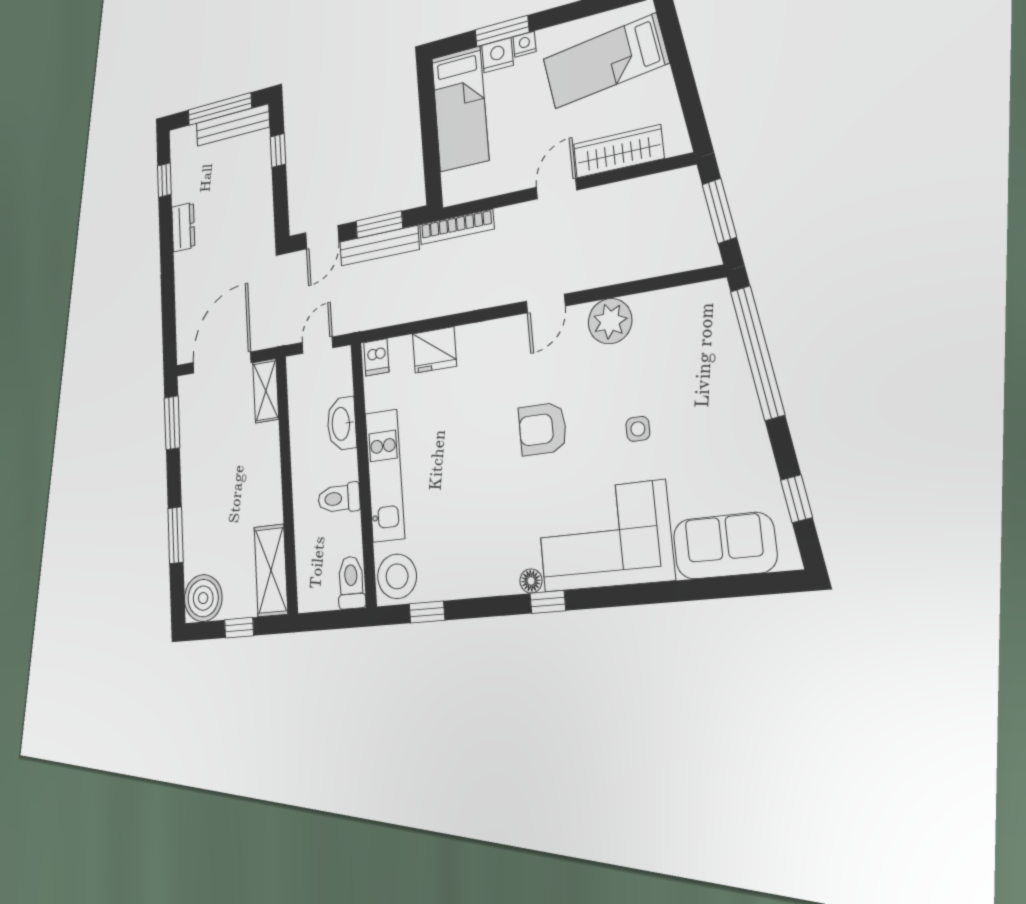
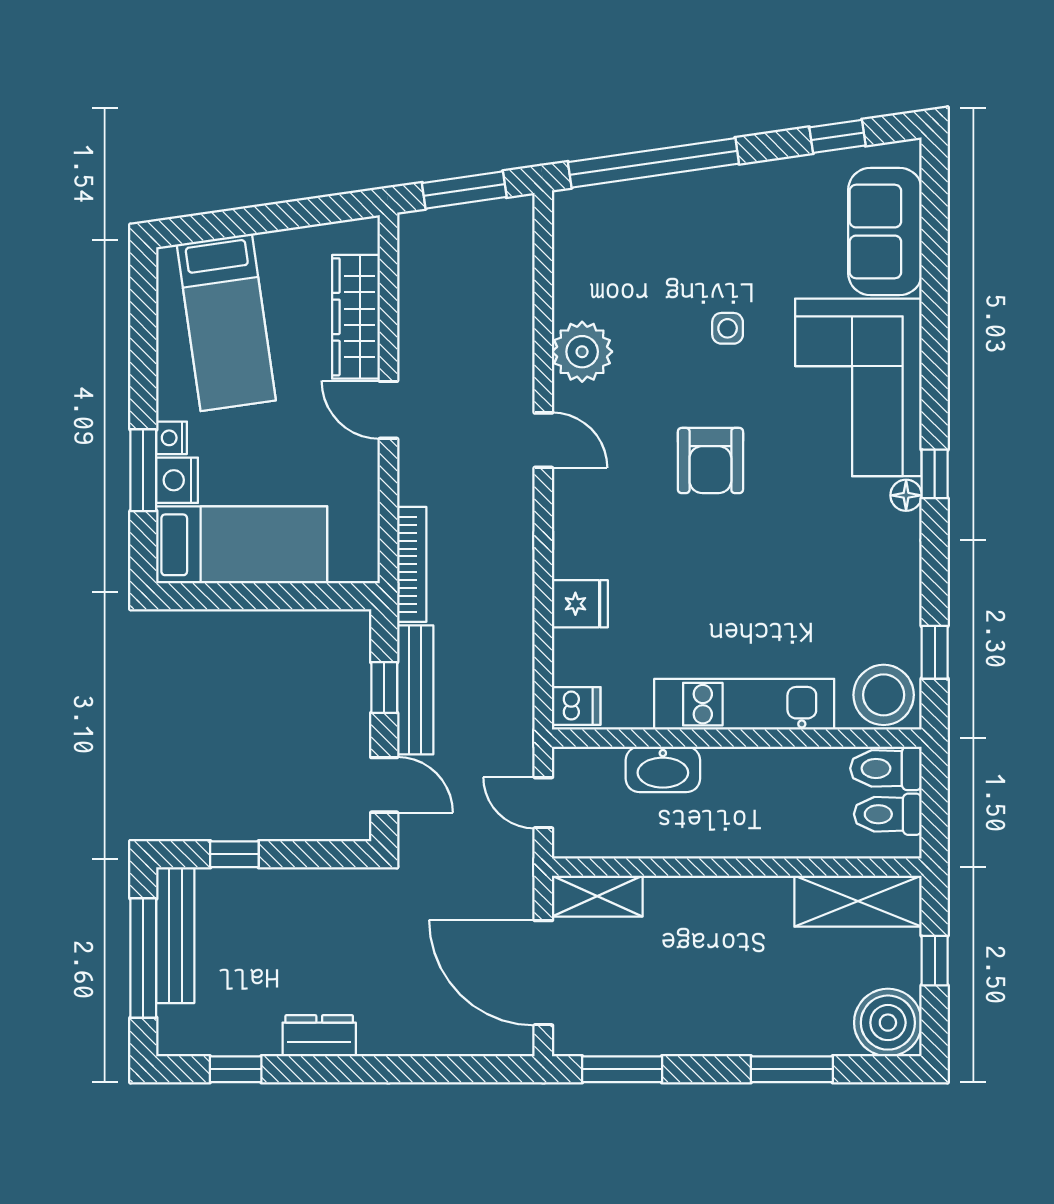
window: (379, 225) -> (384, 688), width x0.67
fridge: (434, 350) -> (580, 604), width x0.72
toilet: (339, 498) -> (888, 814), moved, turned 90

